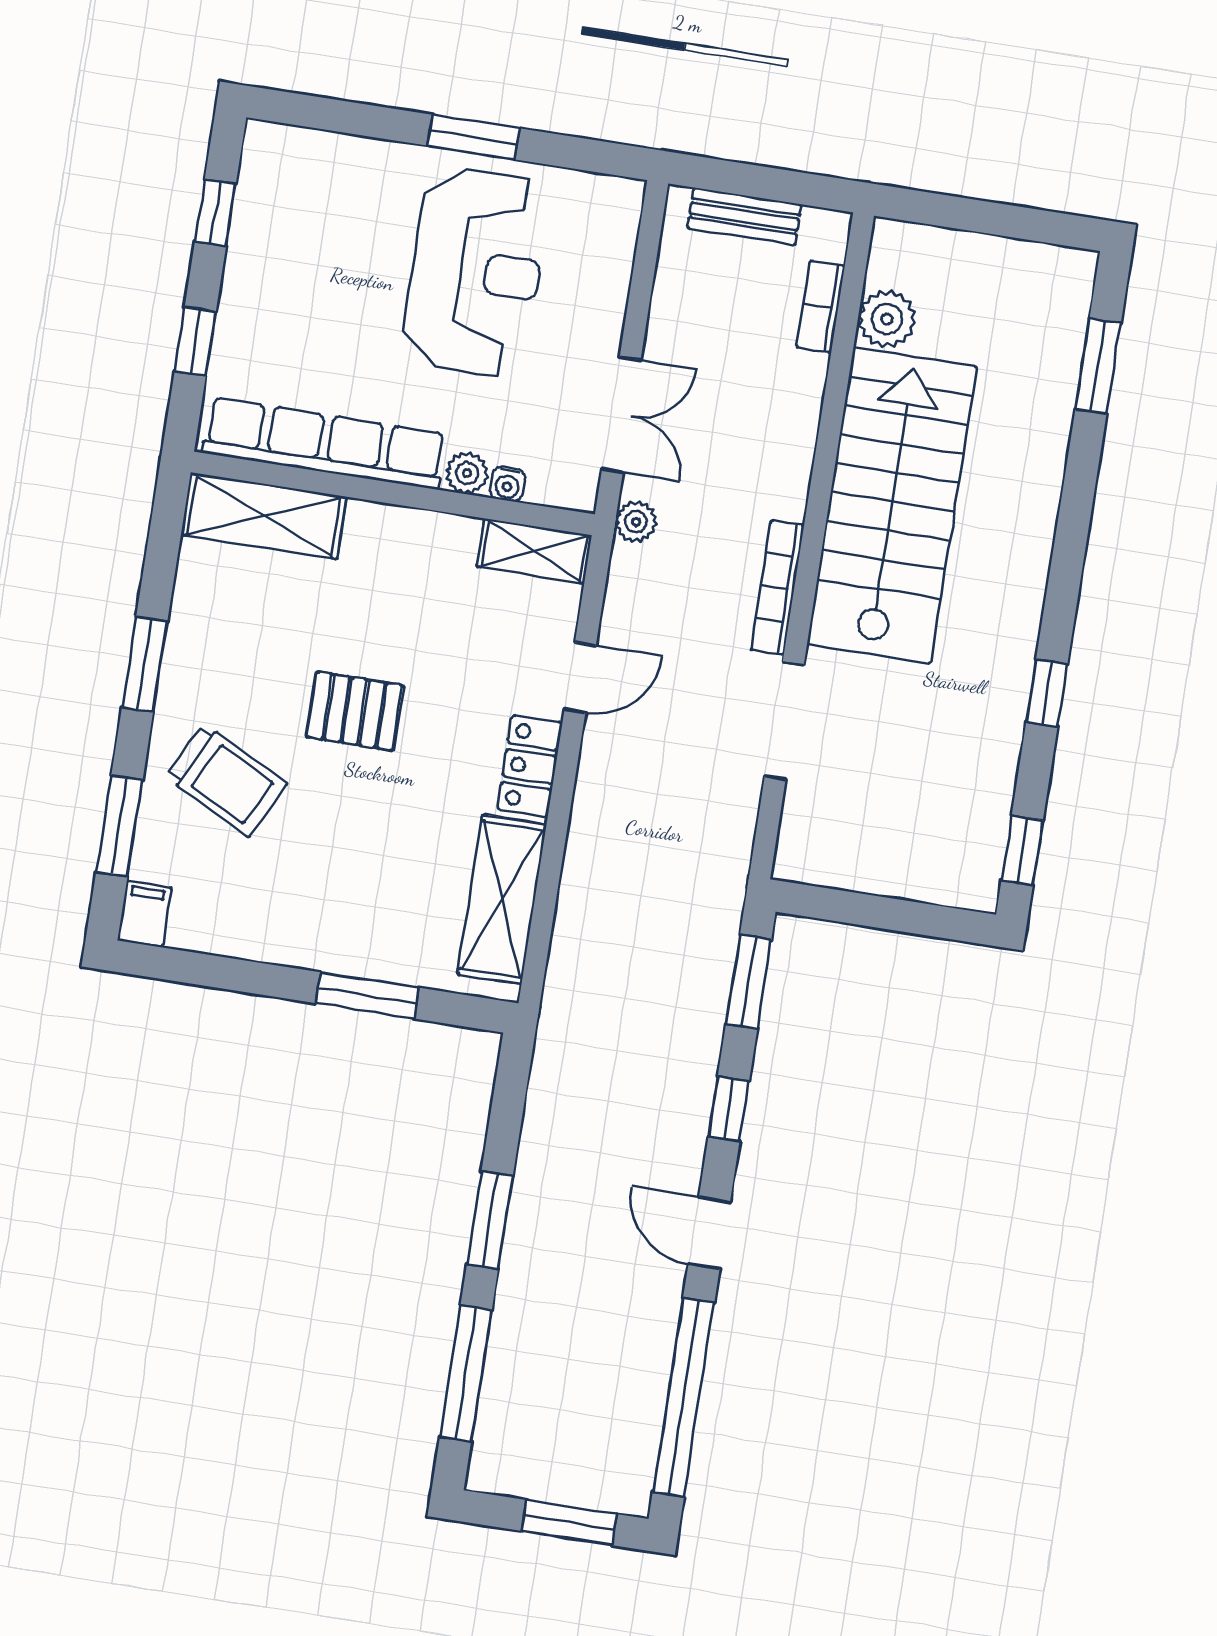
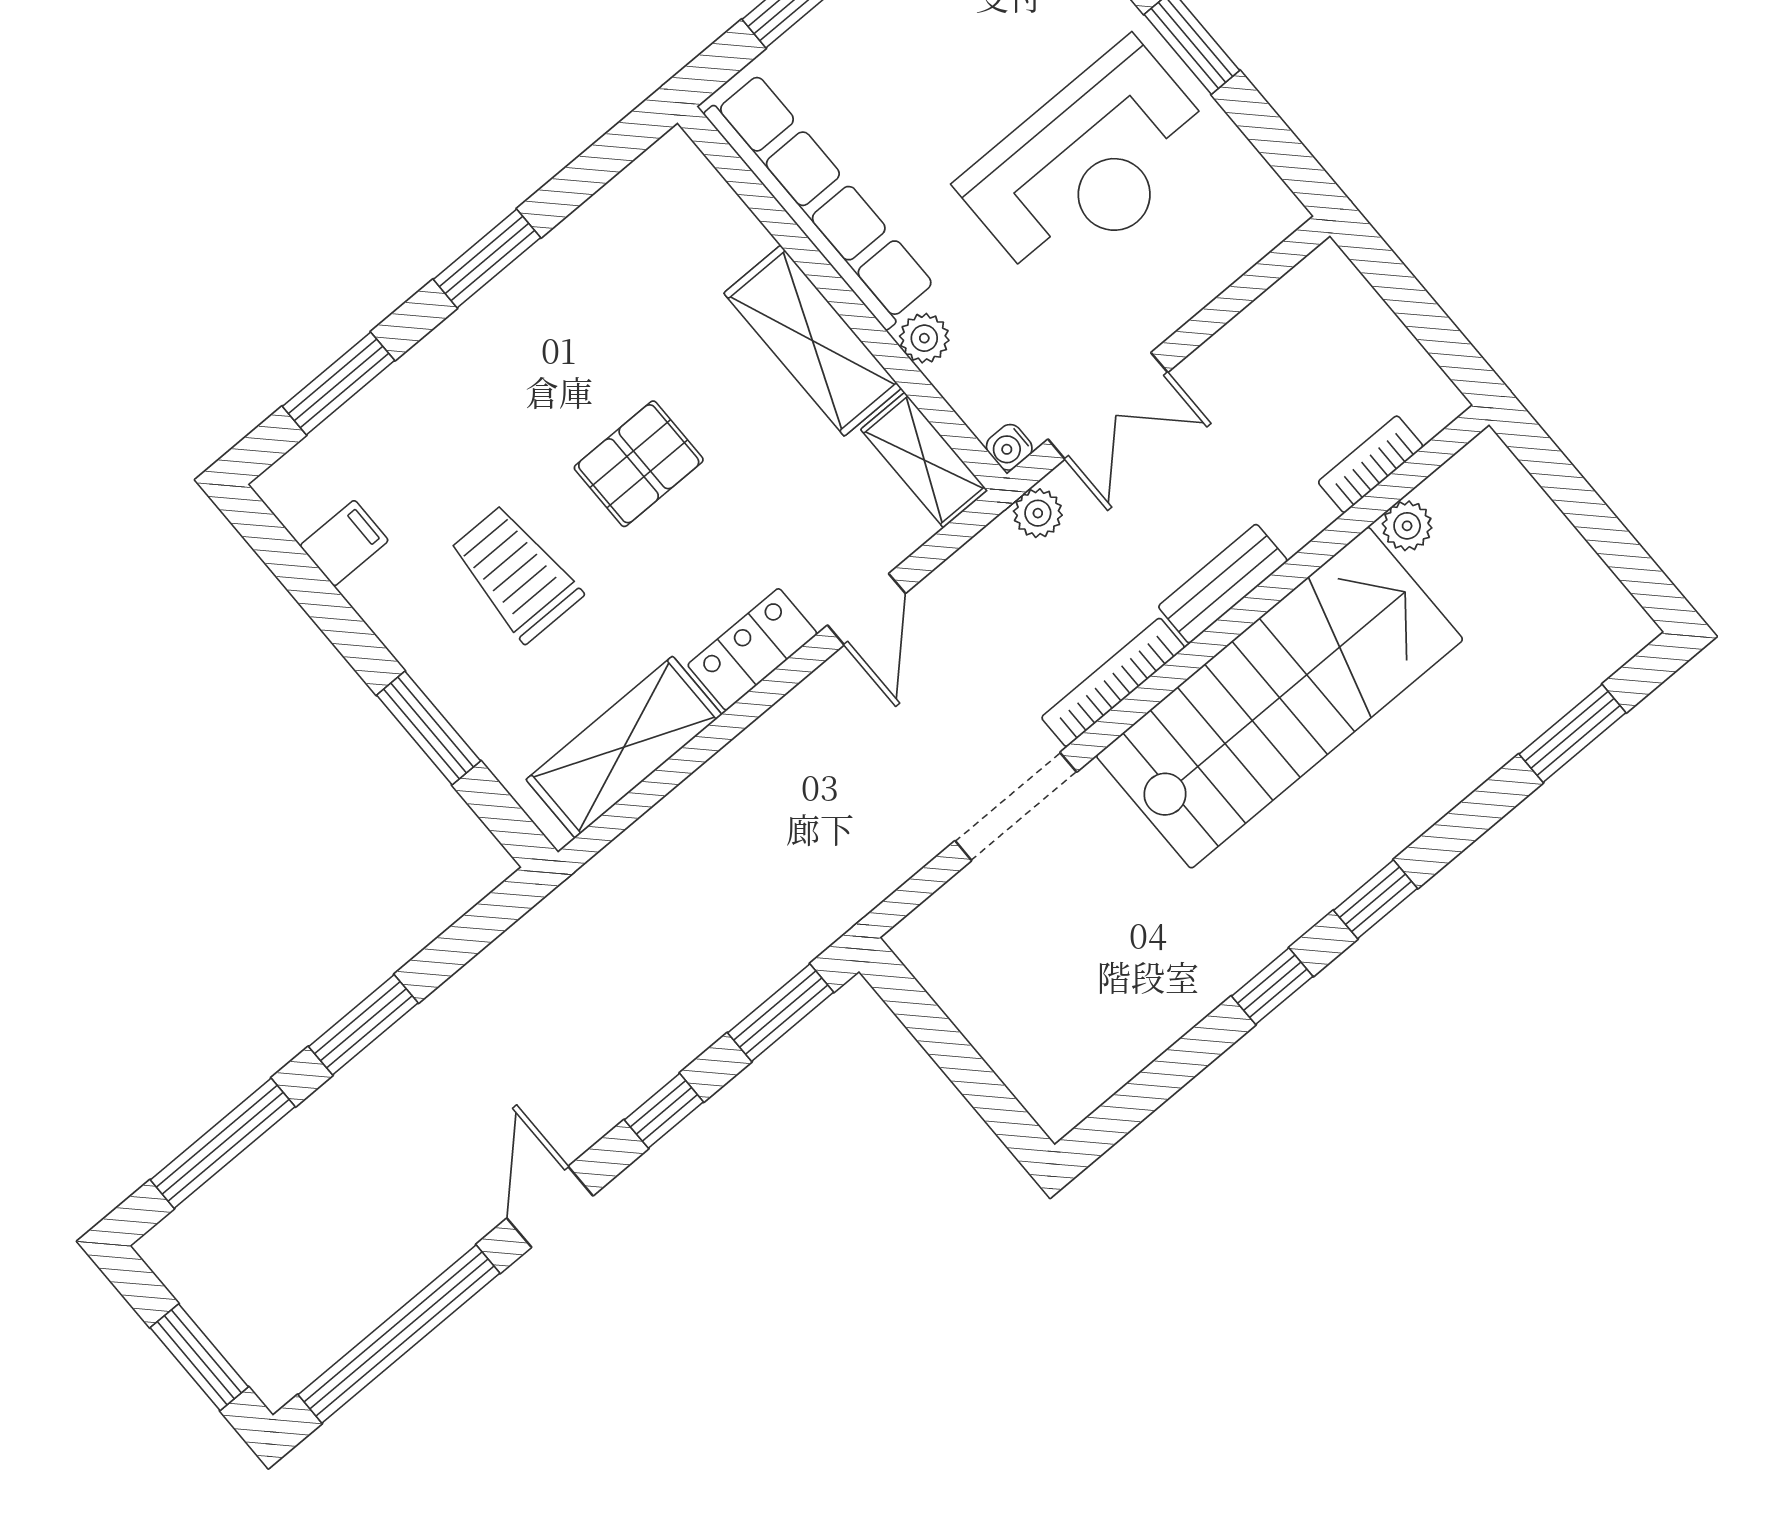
bench: (744, 216) -> (1223, 584), moved, turned 90
plant: (887, 319) -> (1407, 526), width x0.73, depth x0.73
water cooler: (507, 484) -> (1009, 447), moved
shelving: (264, 516) -> (813, 341), moved
door: (580, 678) -> (866, 609), hinge flipped
pallet: (355, 711) -> (639, 464), turned 90
trolley: (226, 780) -> (516, 573), moved, turned 153
window: (1022, 850) -> (1376, 899), moved
filing cabinet: (144, 914) -> (344, 543), moved

